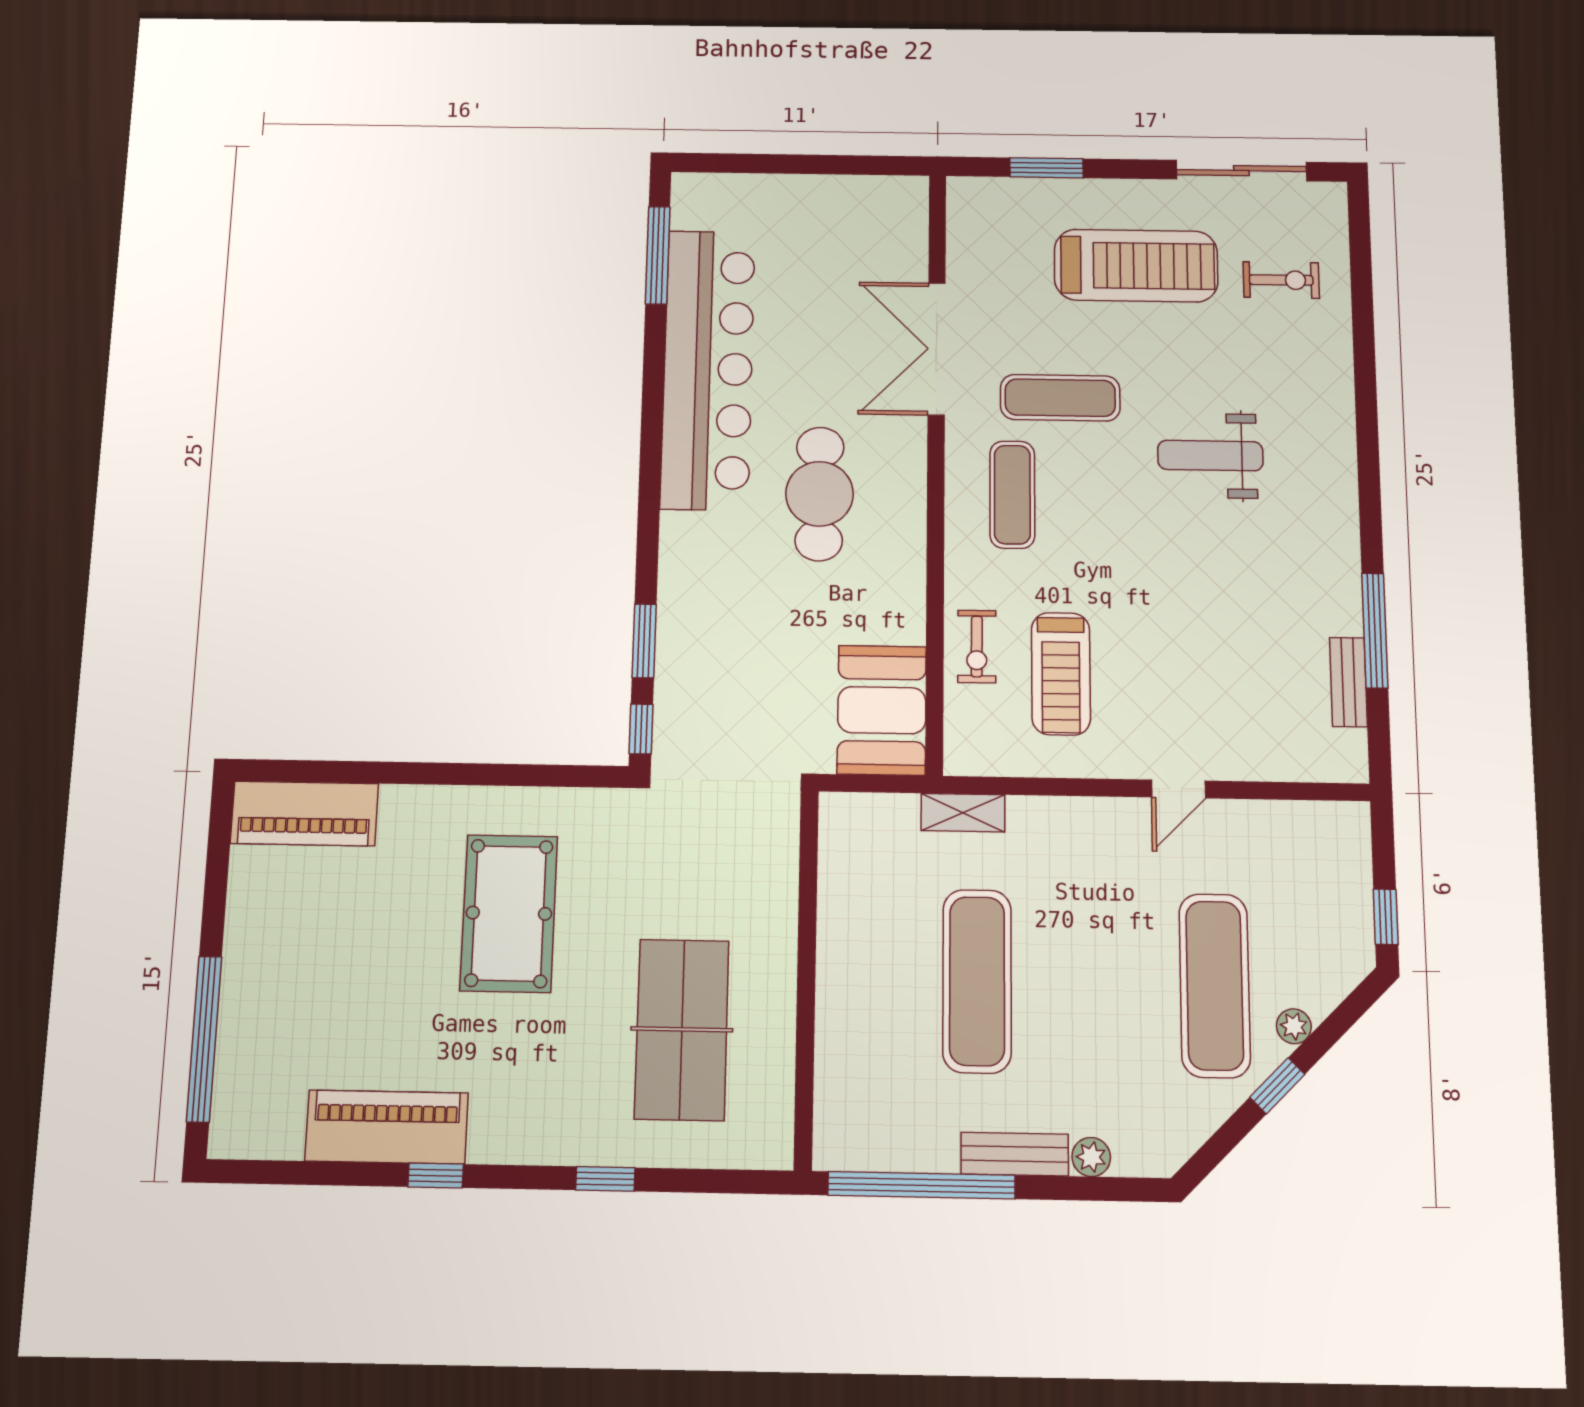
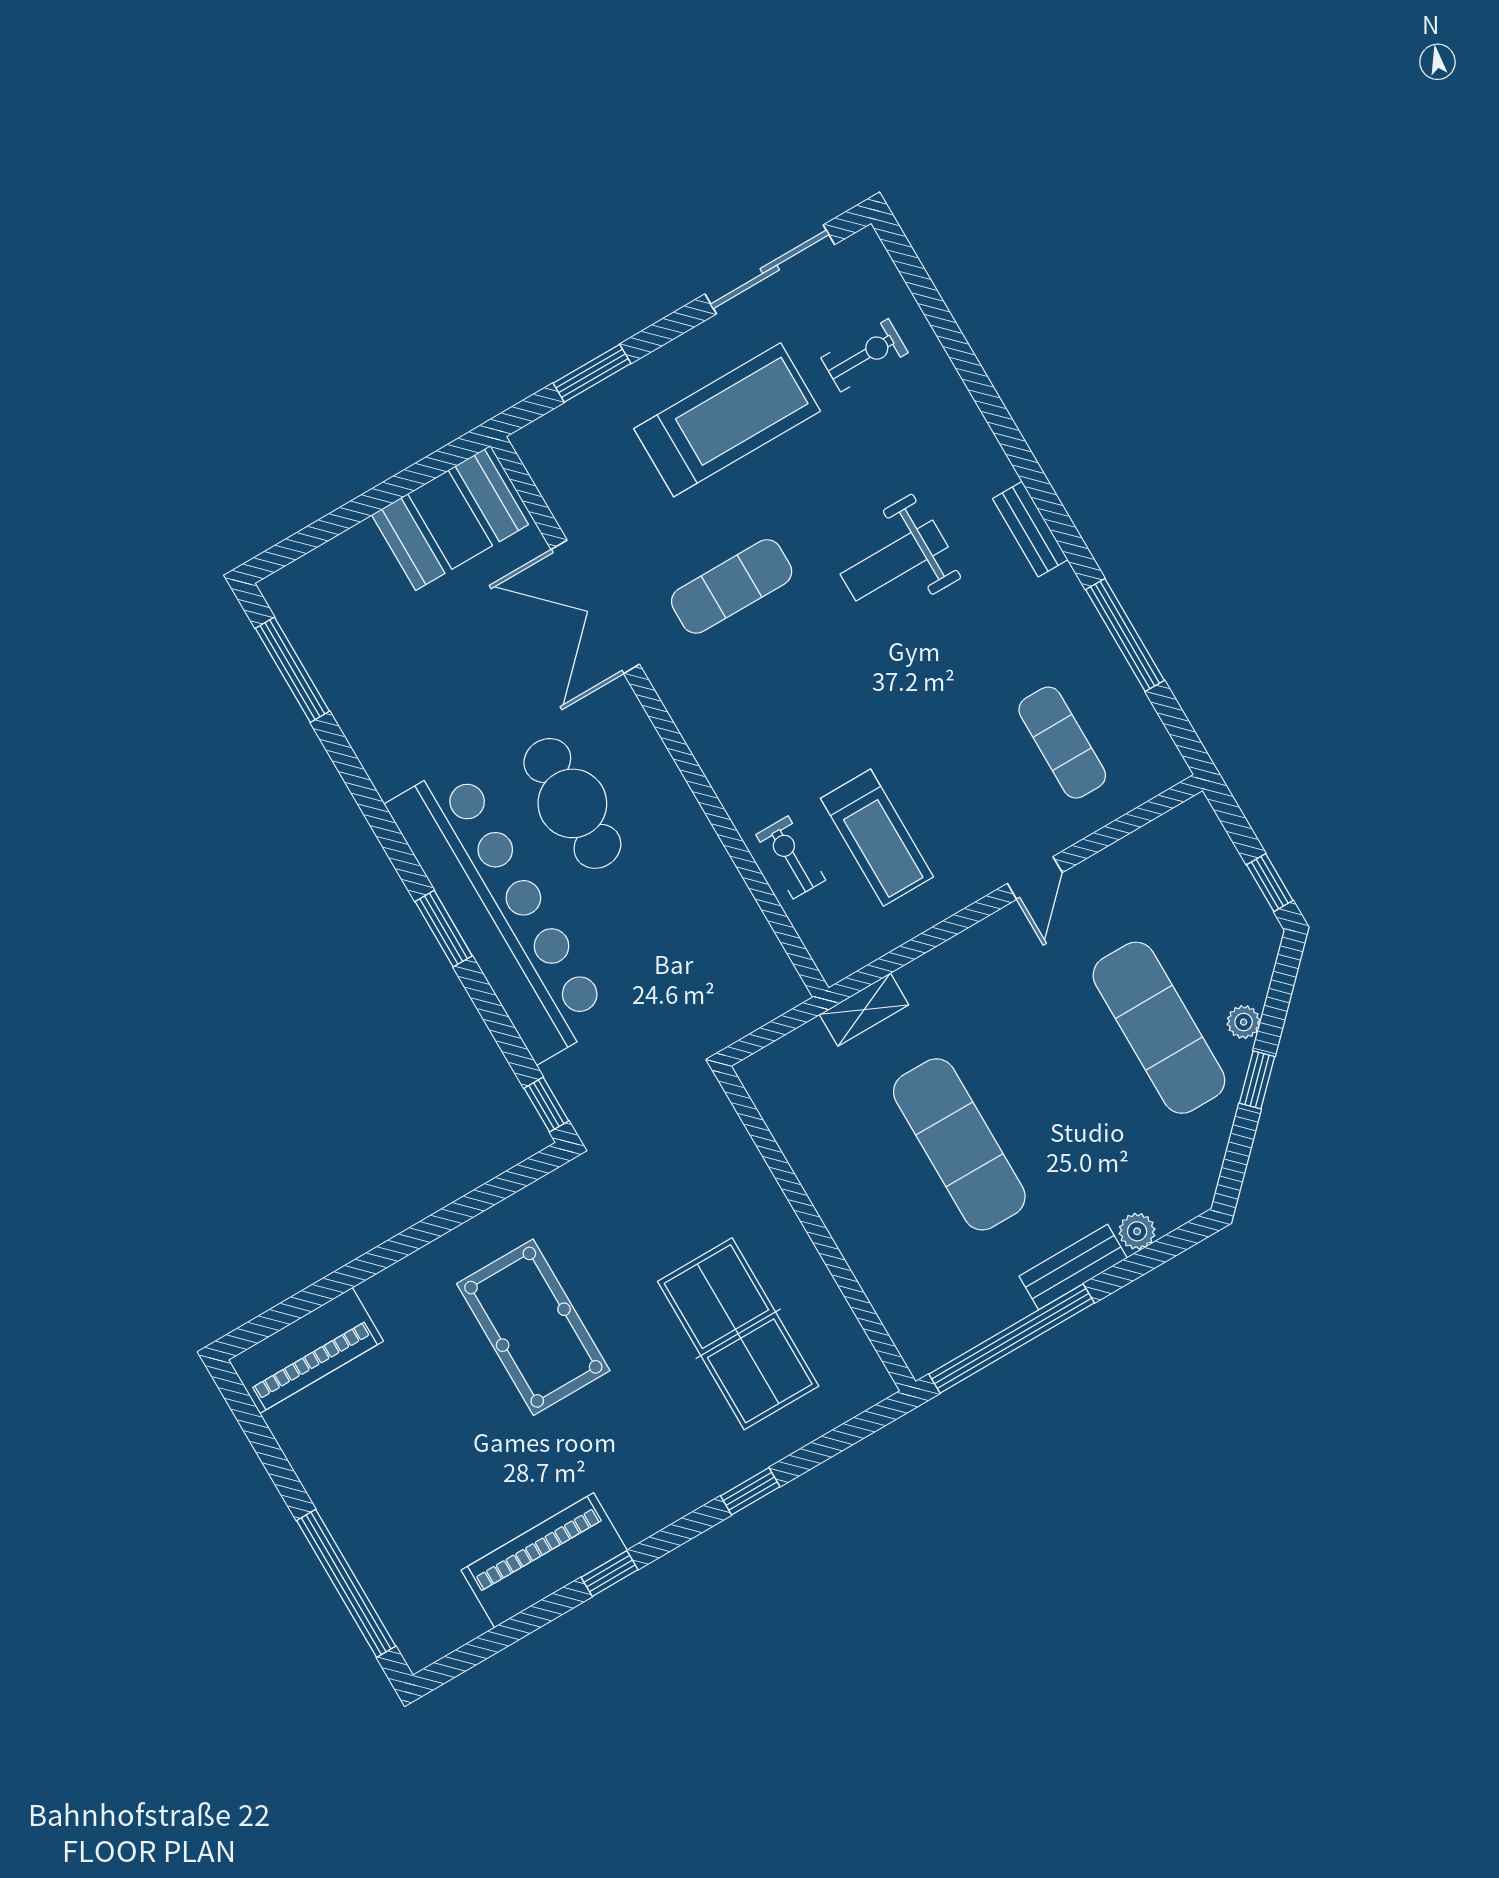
bar counter: (708, 369) -> (499, 912), moved
exercise mat: (1012, 495) -> (1062, 743), moved
window: (644, 641) -> (444, 929), moved
exercise bike: (977, 646) -> (791, 857), turned 180
bench: (1348, 682) -> (1030, 529), moved
booth: (882, 710) -> (450, 520), moved, turned 90

